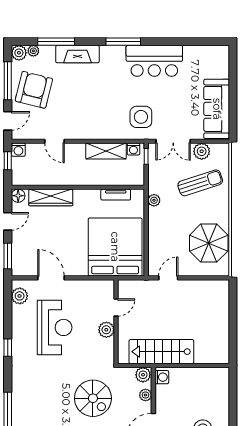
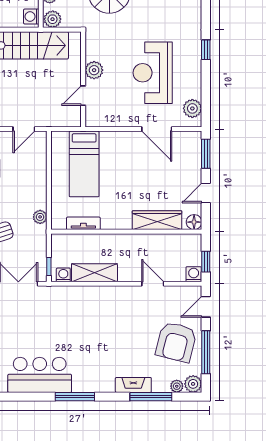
fireplace: (77, 54) -> (133, 385), width x0.73, depth x0.76
side table: (141, 117) -> (55, 311), removed
bed: (115, 247) -> (84, 164), width x0.49

